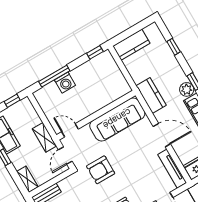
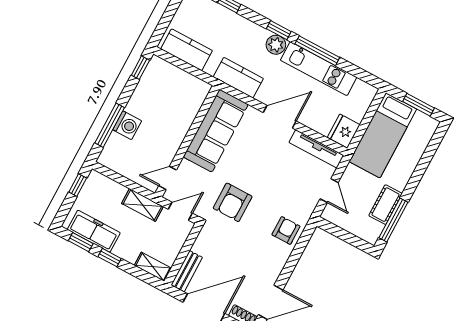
kitchen counter: (131, 45) -> (187, 50), moved, turned -90
door: (65, 156) -> (180, 211), swing flipped

